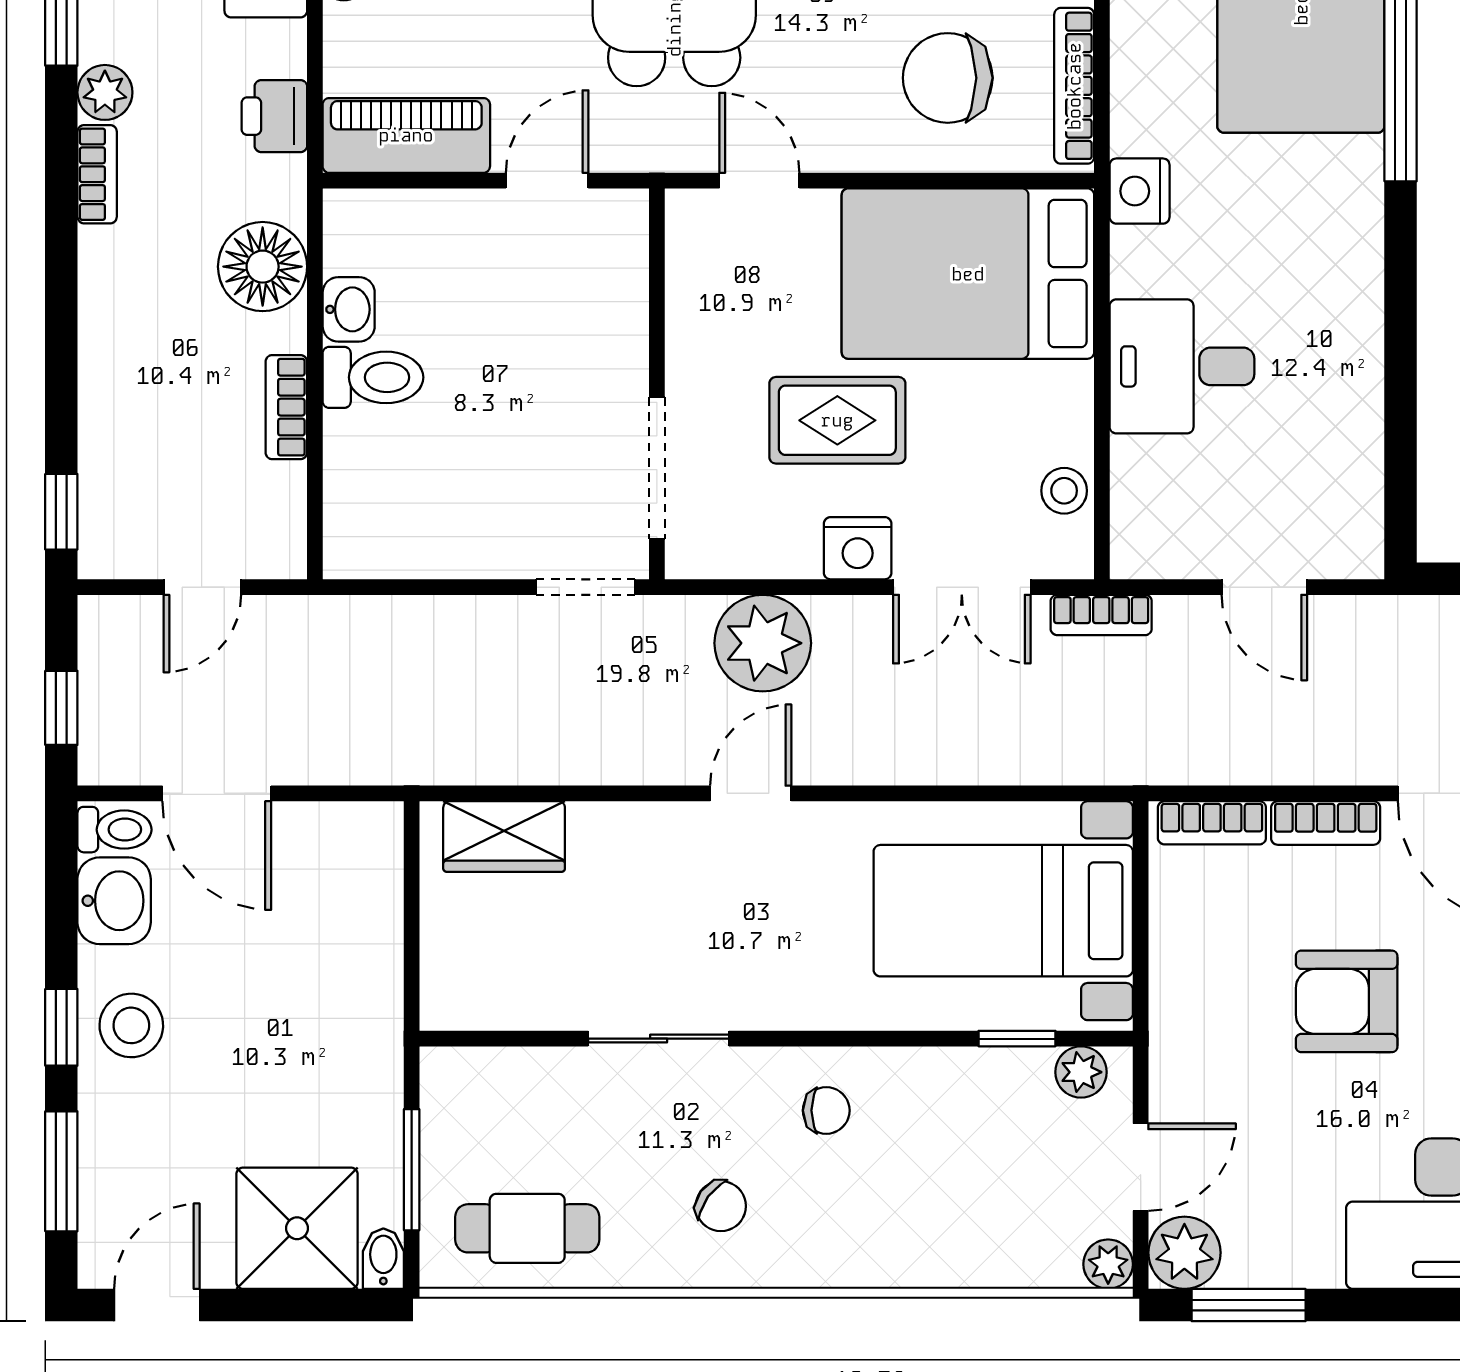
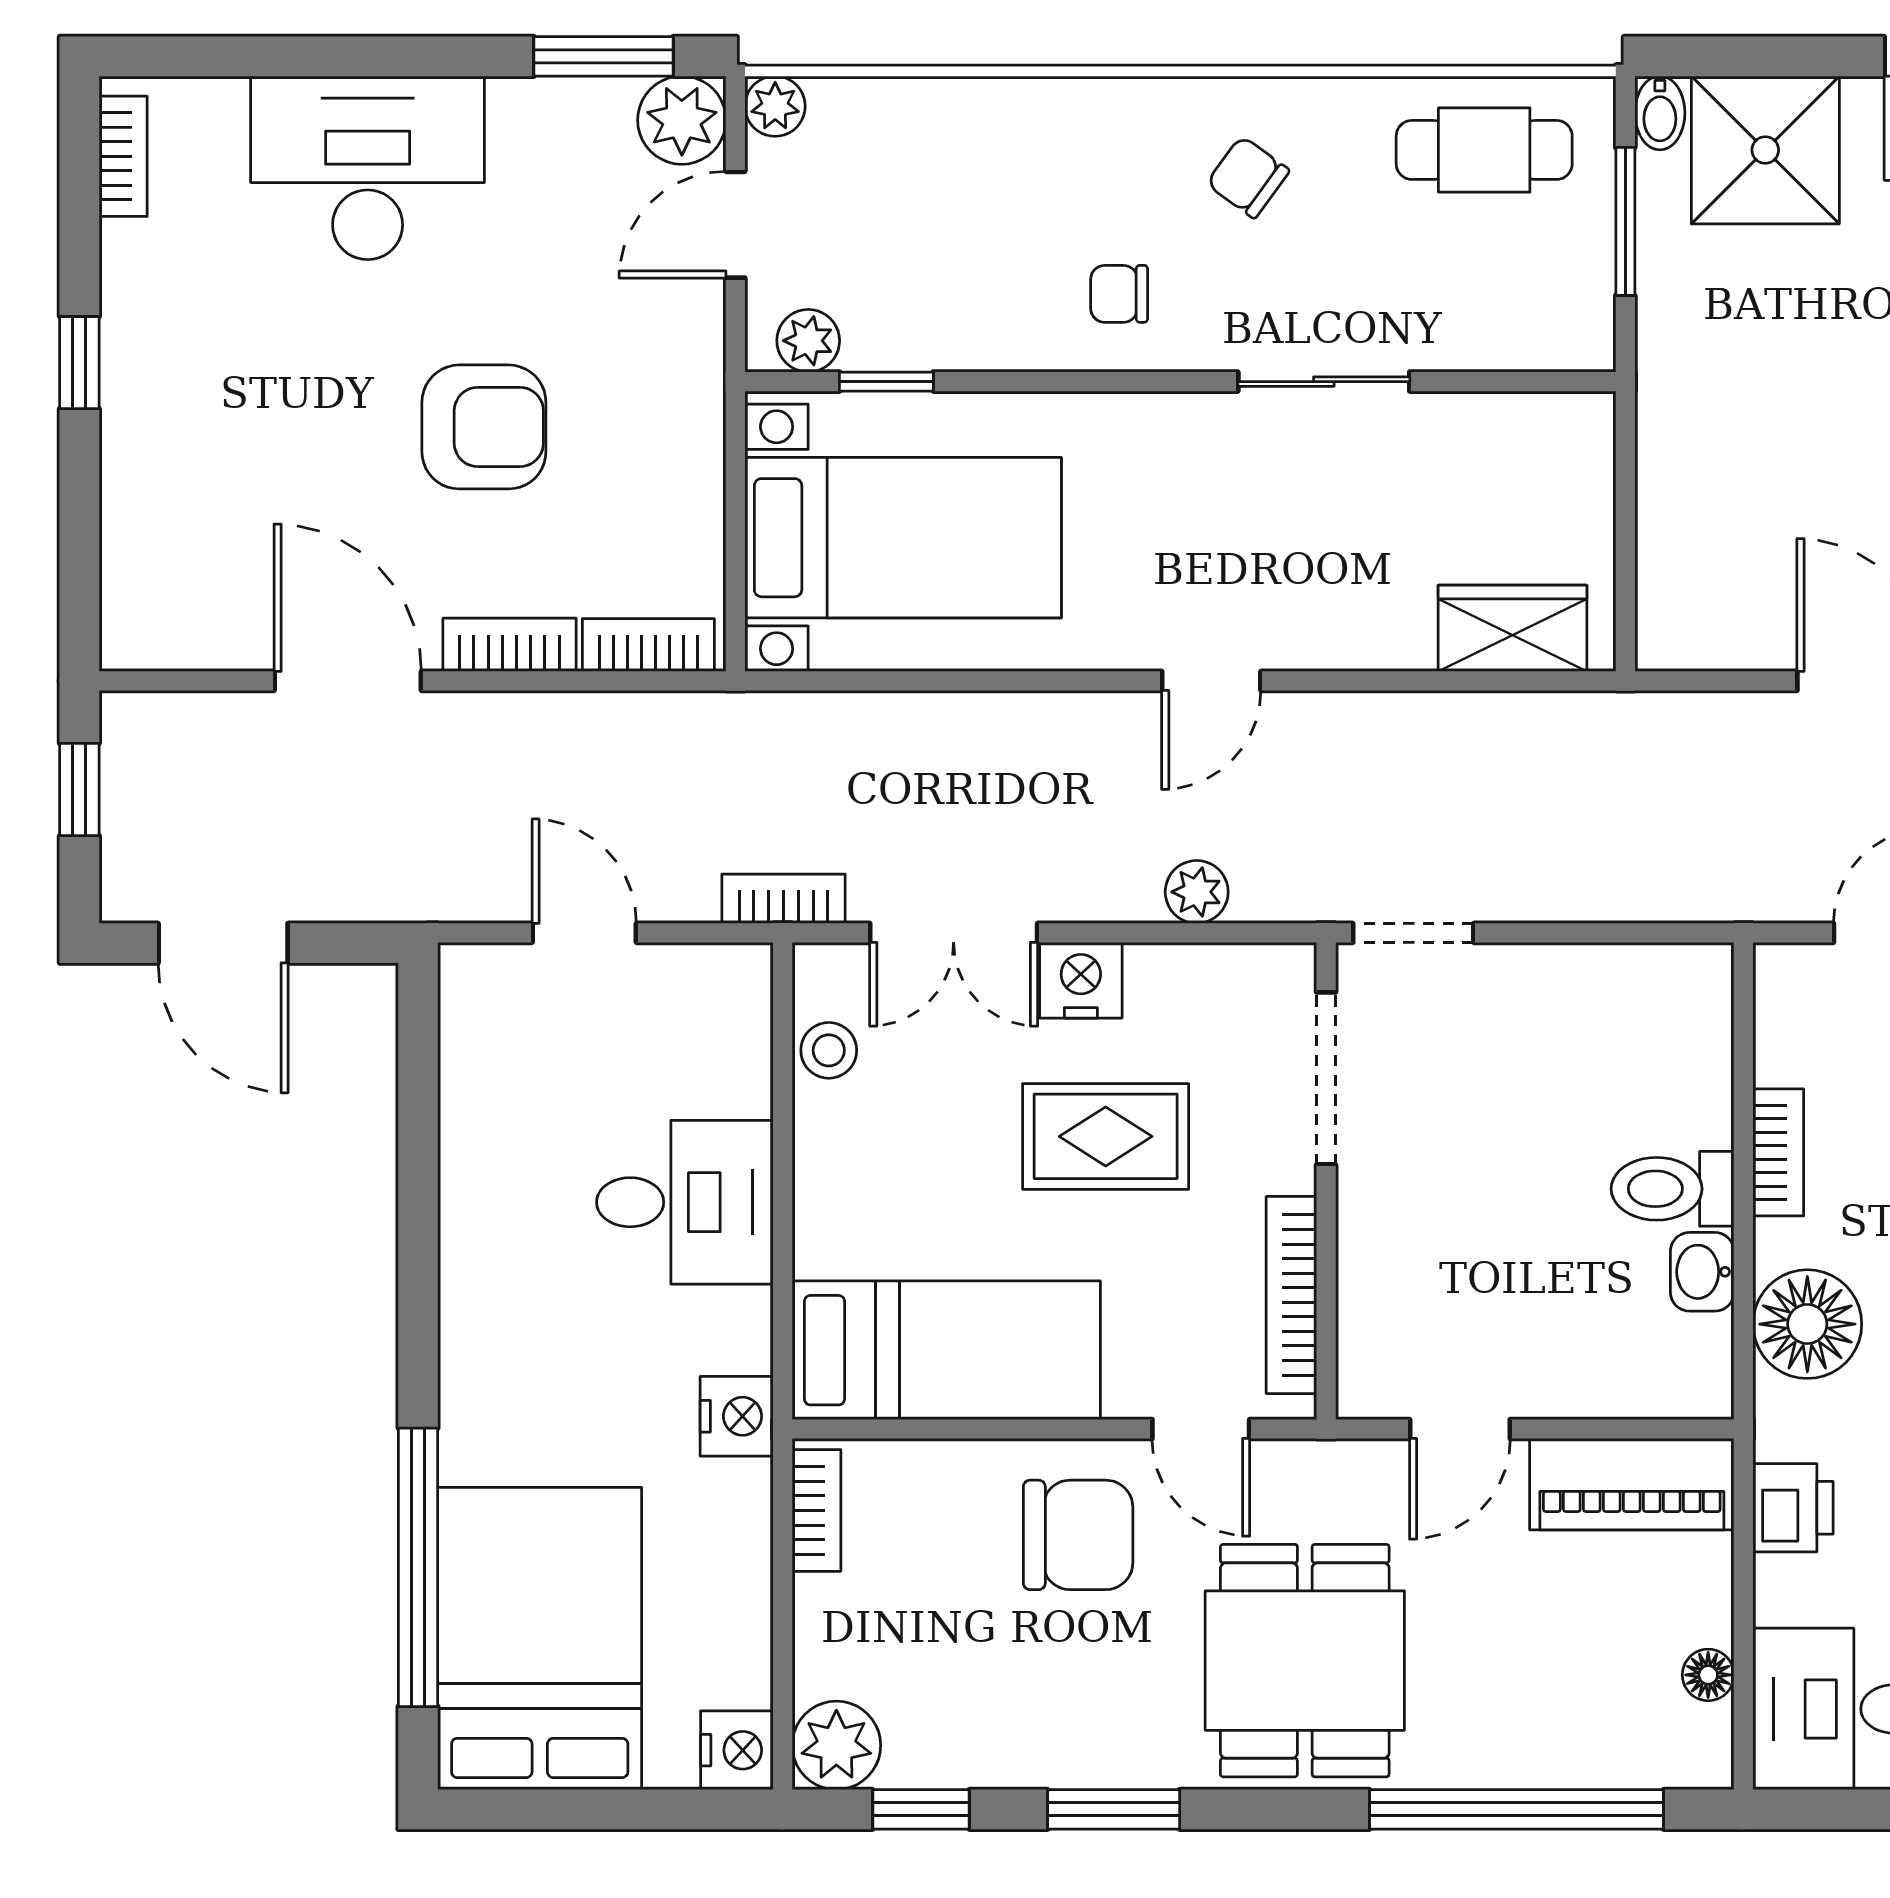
chair: (948, 78) -> (1078, 1535), moved
bookcase: (1074, 86) -> (816, 1510), width x0.64
bed: (968, 274) -> (946, 1350), width x0.67
bookcase: (685, 290) -> (1291, 1295), added
double door: (962, 587) -> (954, 933), swing flipped
plant: (763, 643) -> (1197, 892), width x0.53, depth x0.53

